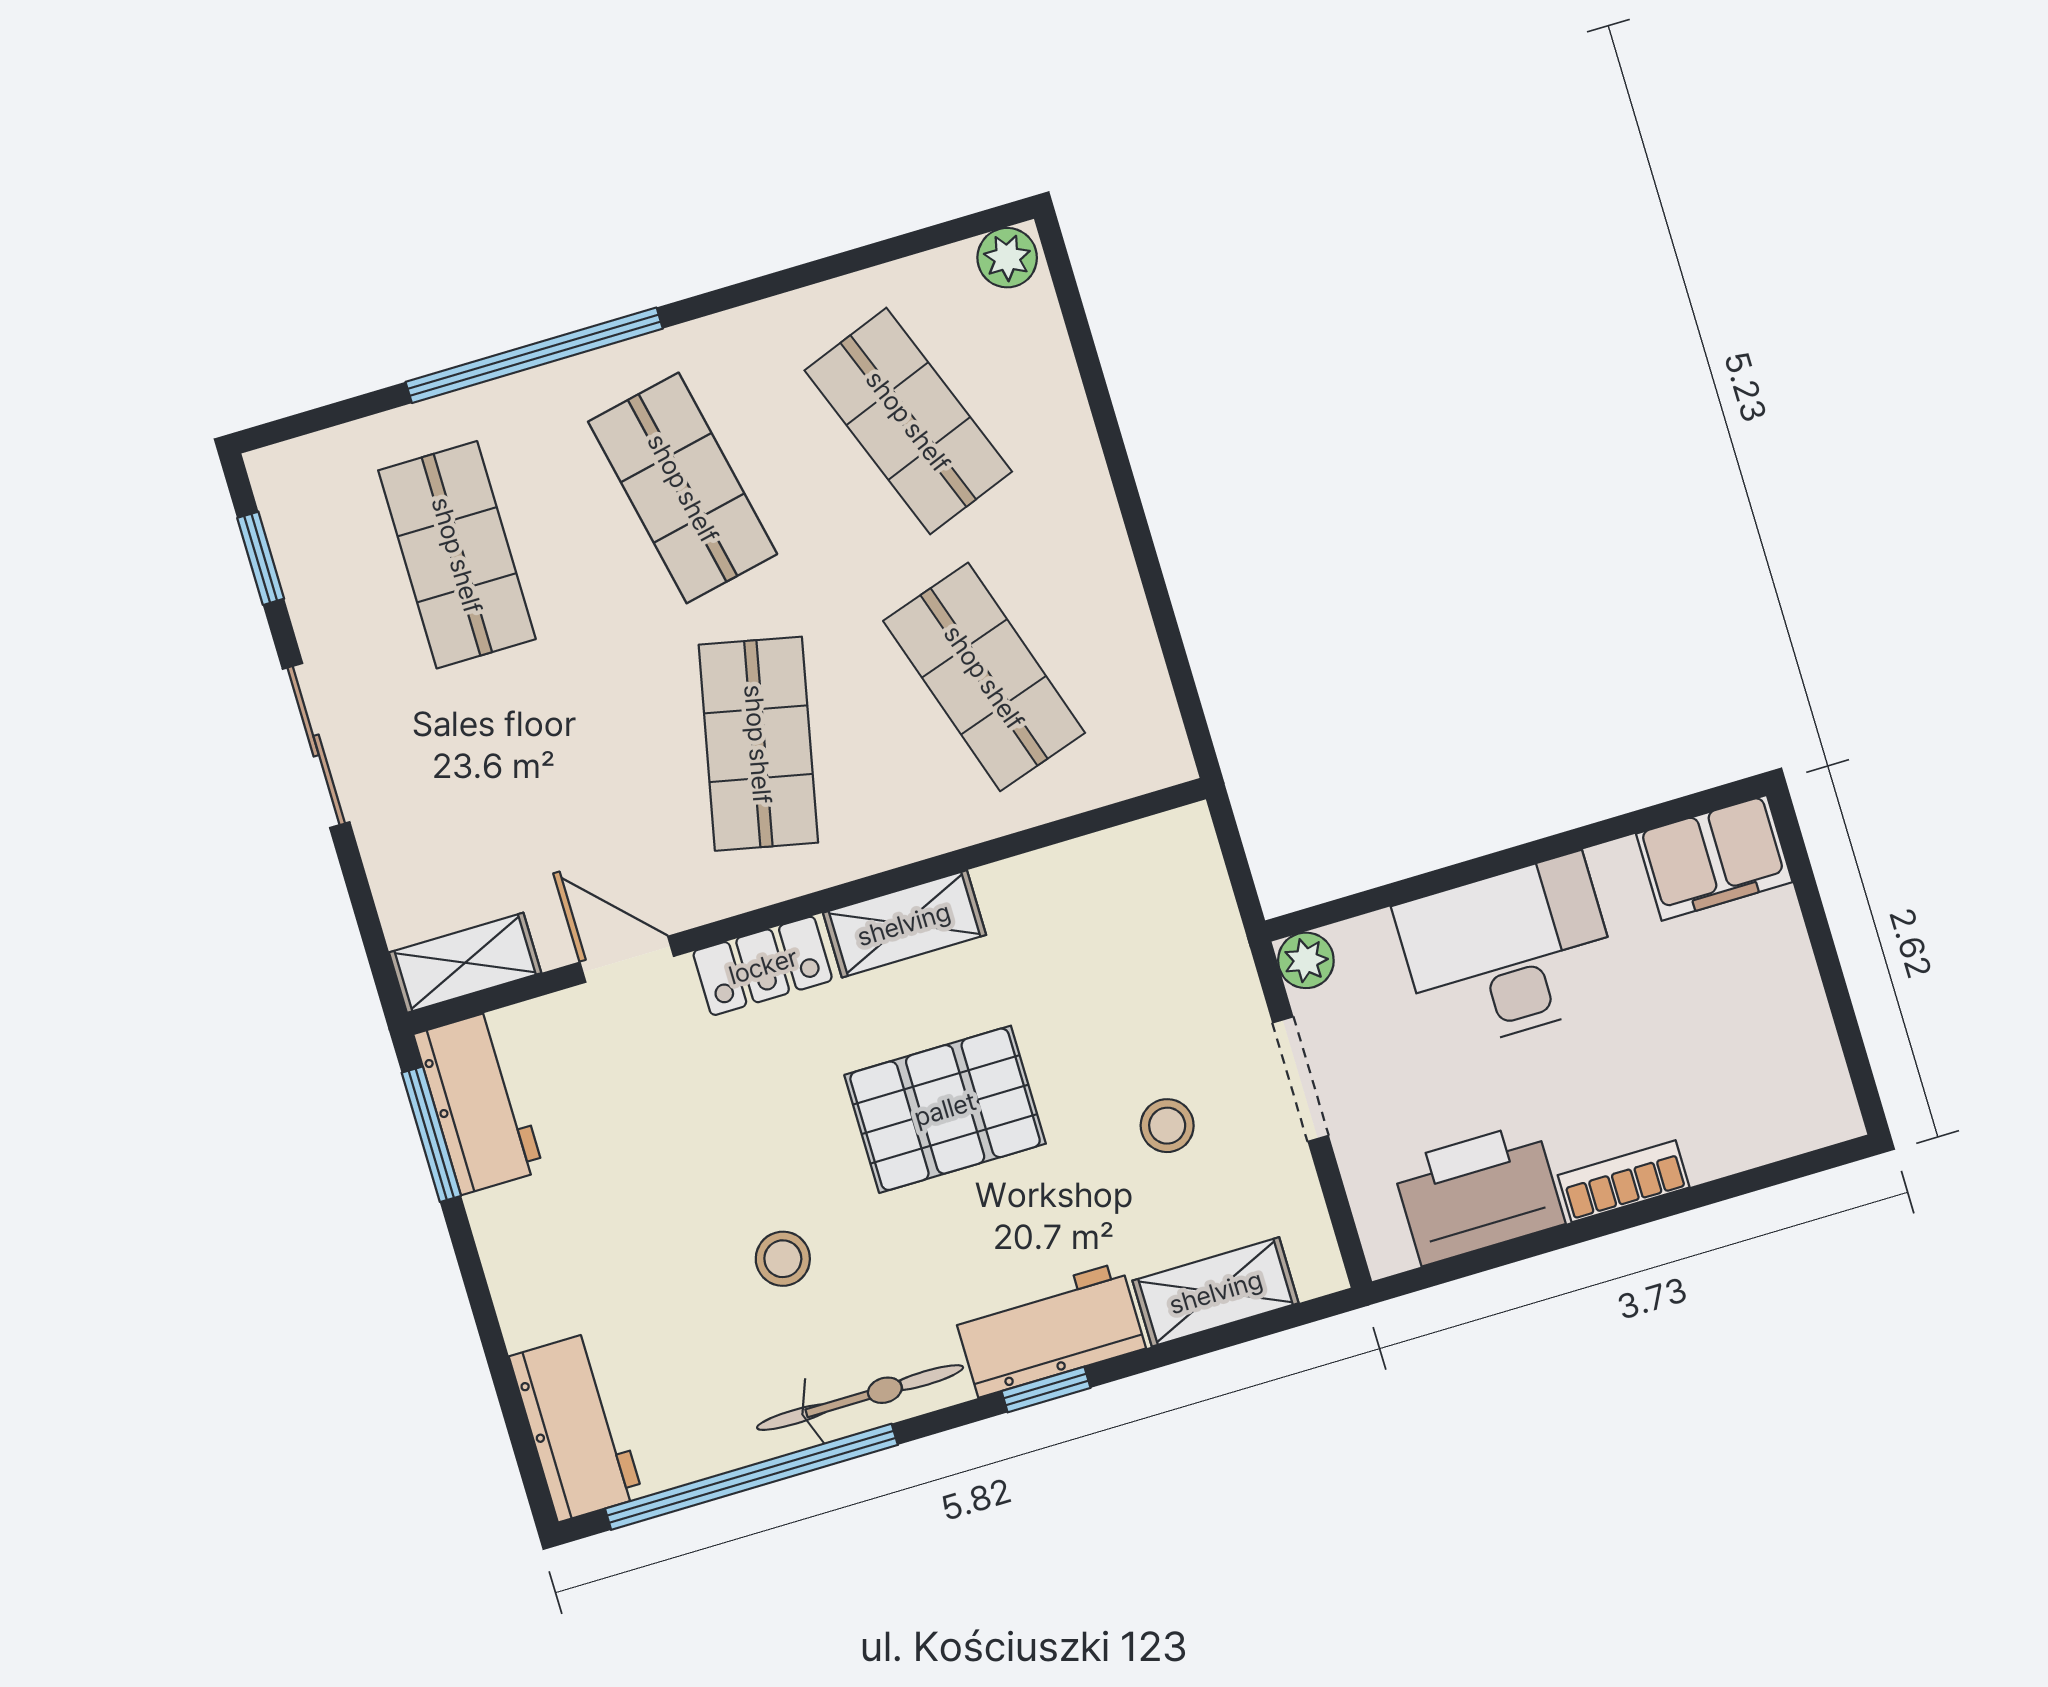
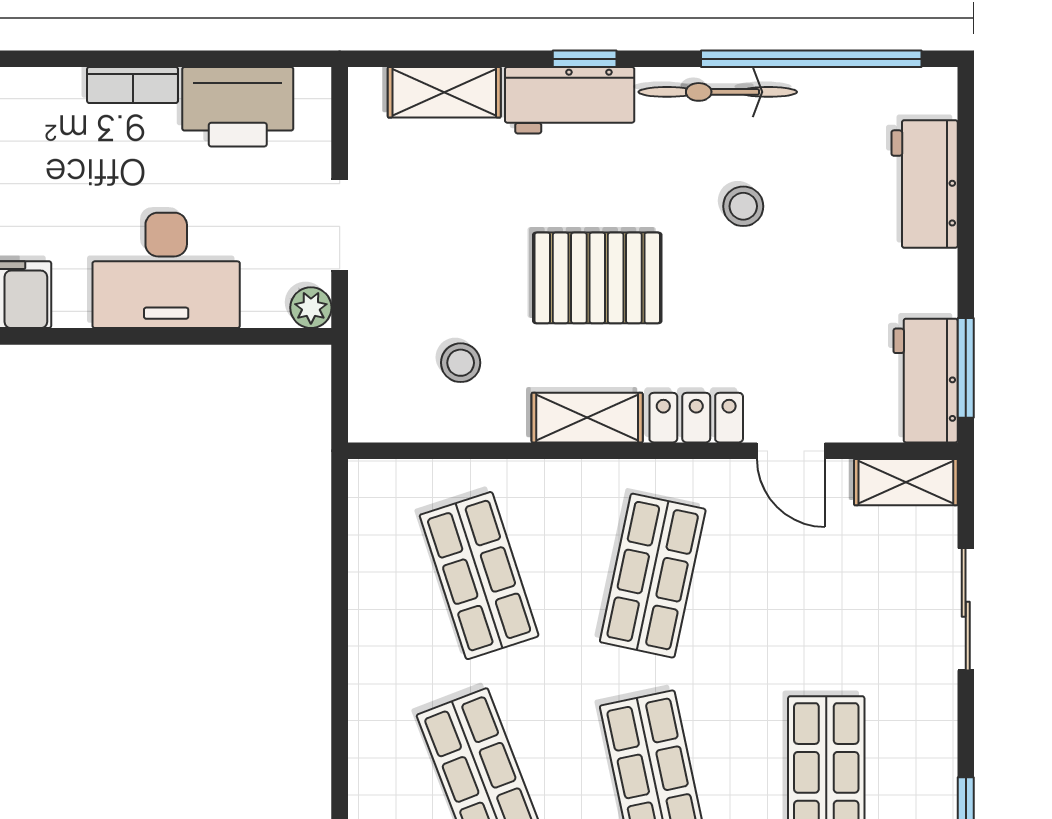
sliding door: (316, 746) -> (966, 609), moved
stool: (1167, 1126) -> (461, 363), moved
workbench: (576, 1427) -> (925, 184), moved

